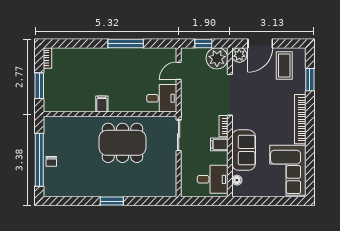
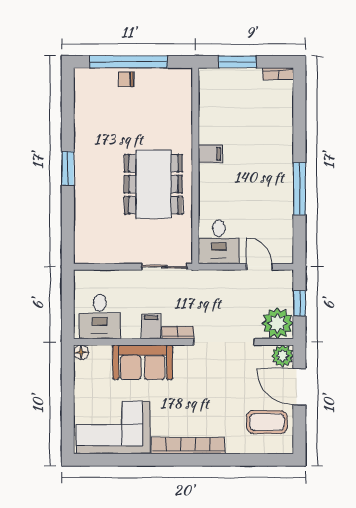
window: (310, 80) -> (246, 460), removed
floor lamp: (237, 180) -> (81, 352), moved

